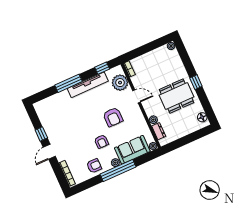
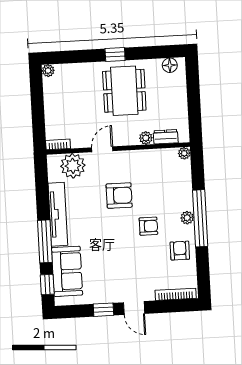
window: (102, 68) -> (47, 285), moved
sofa: (132, 150) -> (67, 271), moved, turned 180

